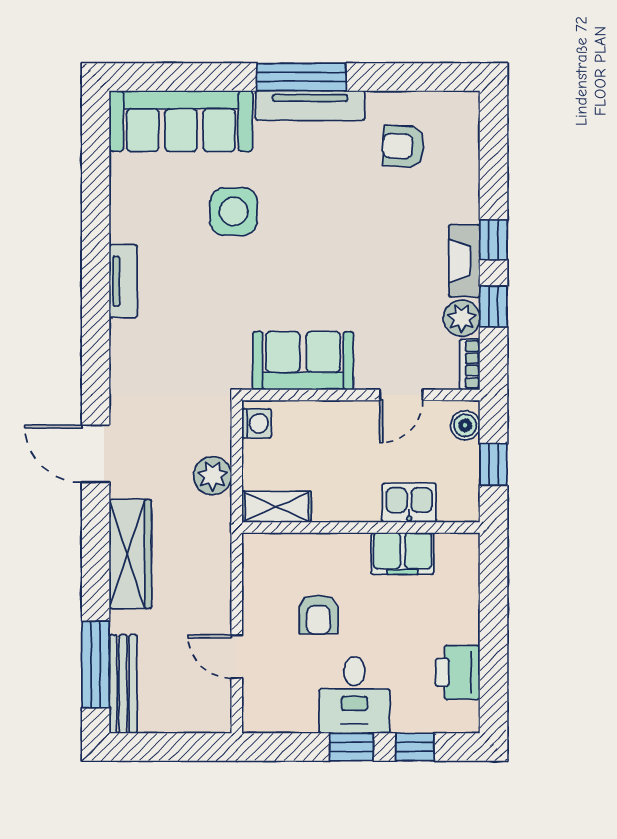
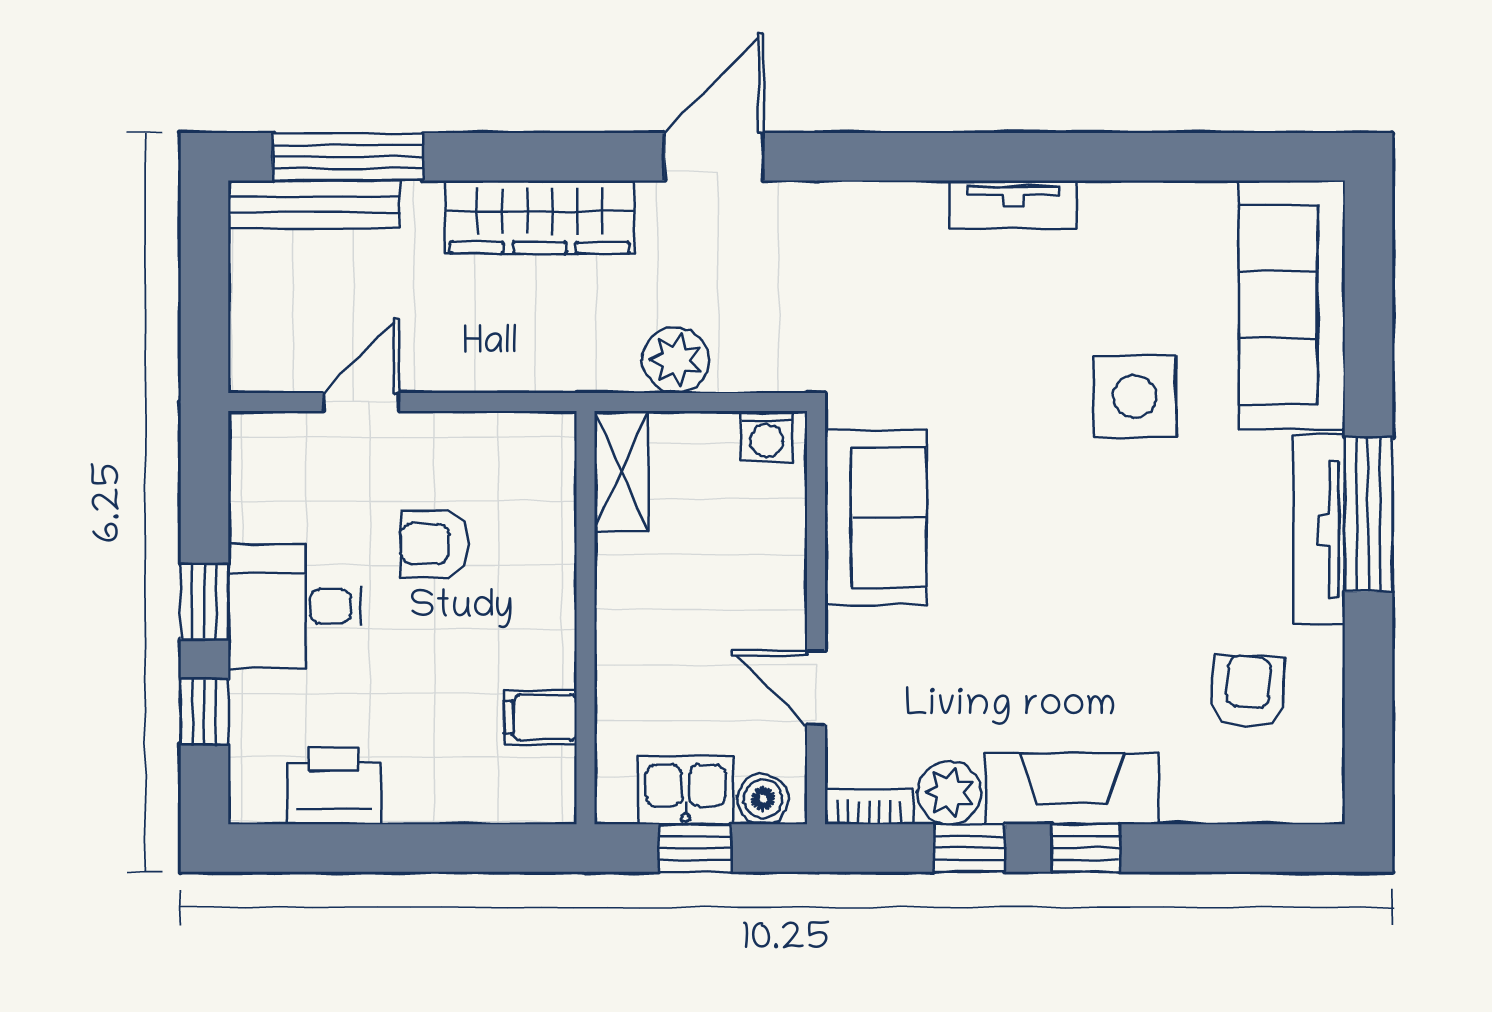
fireplace: (464, 261) -> (1072, 789), width x1.37, depth x1.32
kitchen sink: (409, 503) -> (686, 790), moved, turned -90
filing cabinet: (403, 554) -> (540, 717), width x0.50

